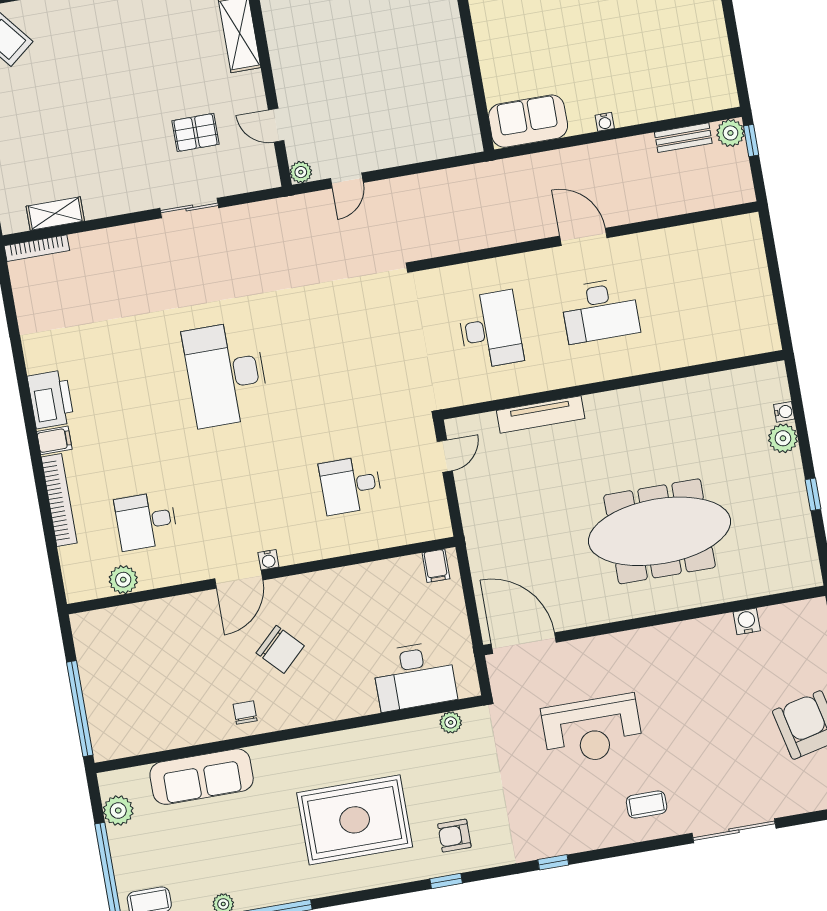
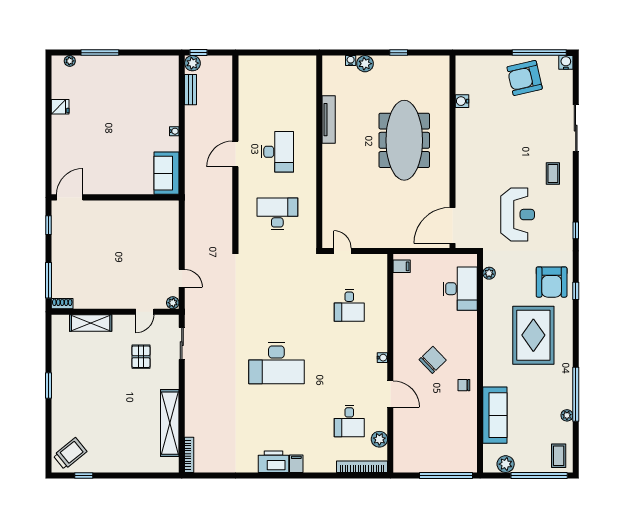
sliding door: (189, 208) -> (182, 344), moved
shelving: (55, 214) -> (170, 423), width x2.20, depth x1.33
tv unit: (541, 414) -> (329, 120), moved
bookcase: (59, 500) -> (362, 467), moved
door: (239, 579) -> (390, 394), moved
reception desk: (592, 730) -> (518, 215), moved
armchair: (454, 836) -> (552, 282), width x1.88, depth x1.88

